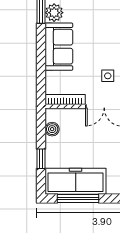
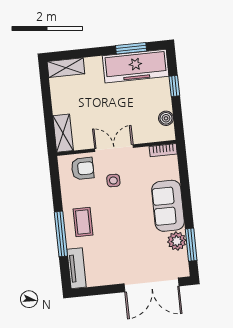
bookcase: (65, 99) -> (163, 150), width x0.64
window: (78, 198) -> (131, 48), width x0.69

